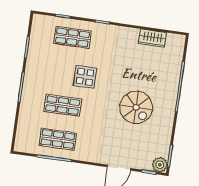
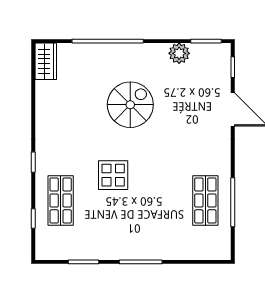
wardrobe: (152, 38) -> (46, 61), moved
shop shelf: (63, 105) -> (157, 200), removed
spiral stairs: (136, 107) -> (130, 105), moved
plant: (160, 165) -> (179, 53), moved

